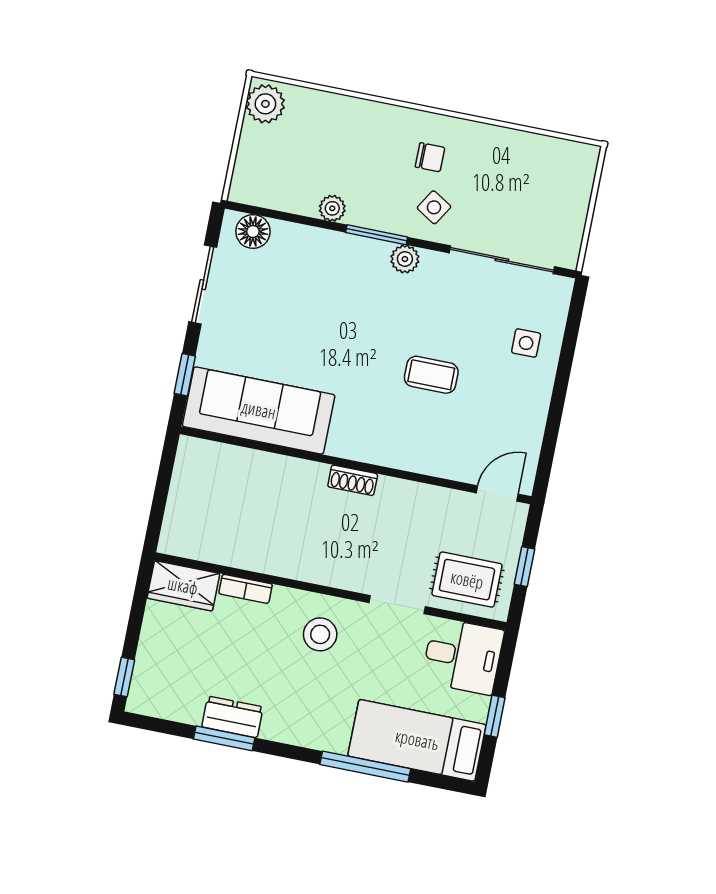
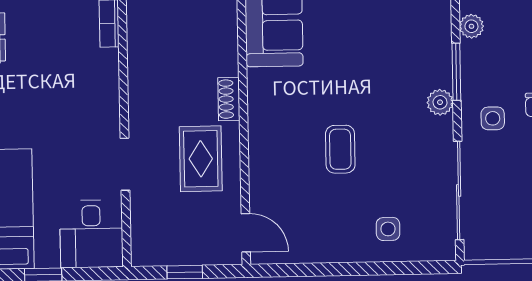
side table: (434, 207) -> (493, 118), turned -32
rug: (467, 580) -> (201, 159), moved
stool: (320, 634) -> (83, 100), removed

